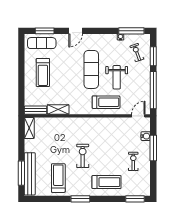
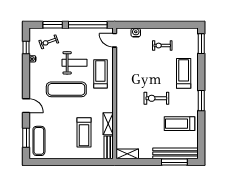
window: (131, 31) -> (26, 48), width x0.46
treadmill: (43, 73) -> (84, 132), moved, turned 90
window: (153, 148) -> (148, 25), removed

